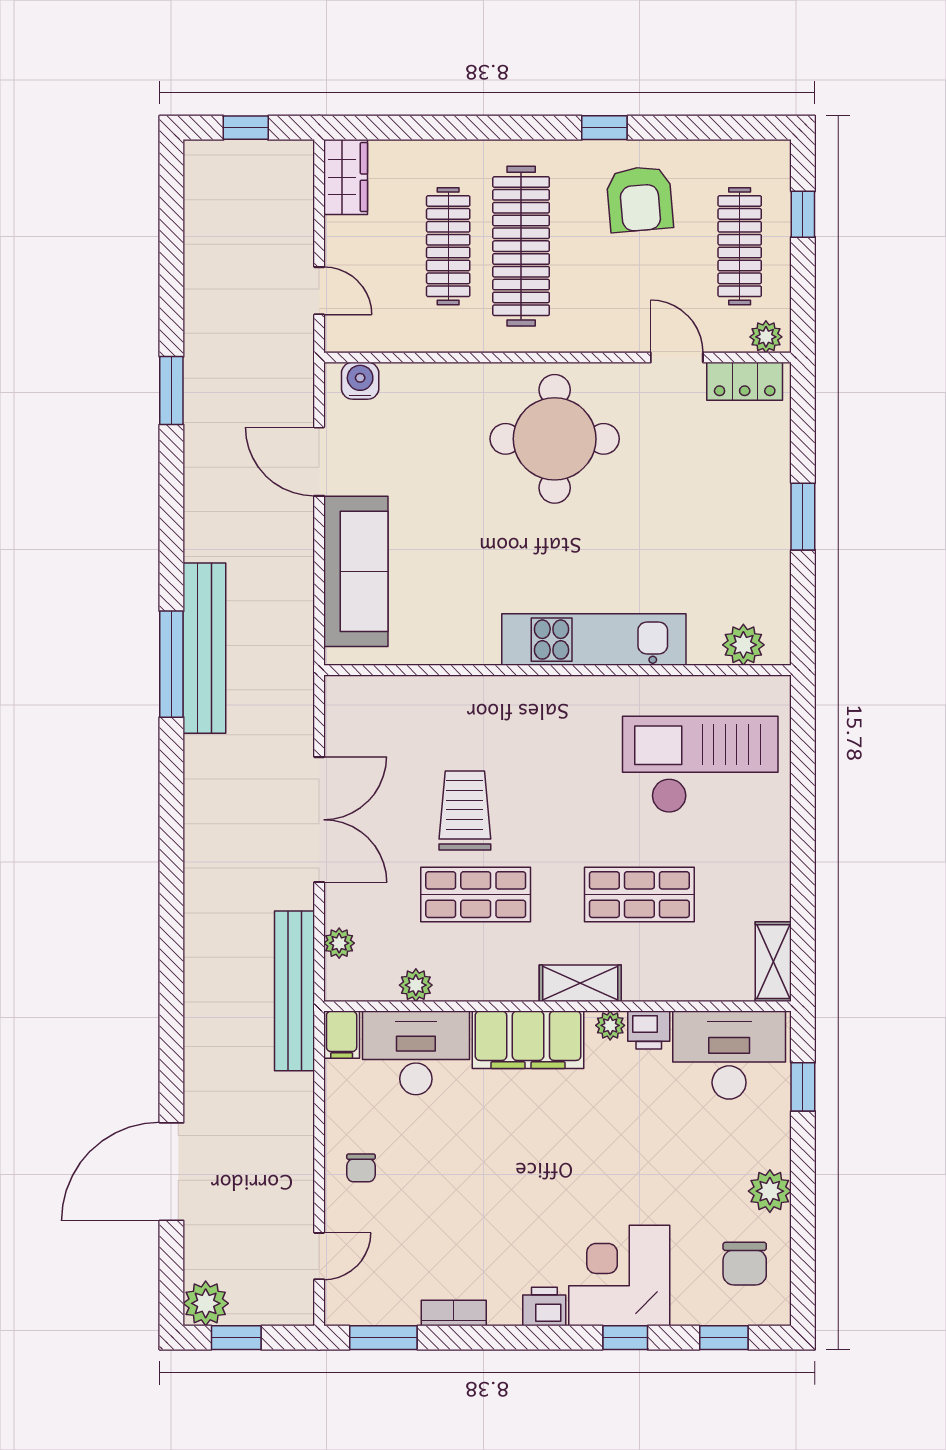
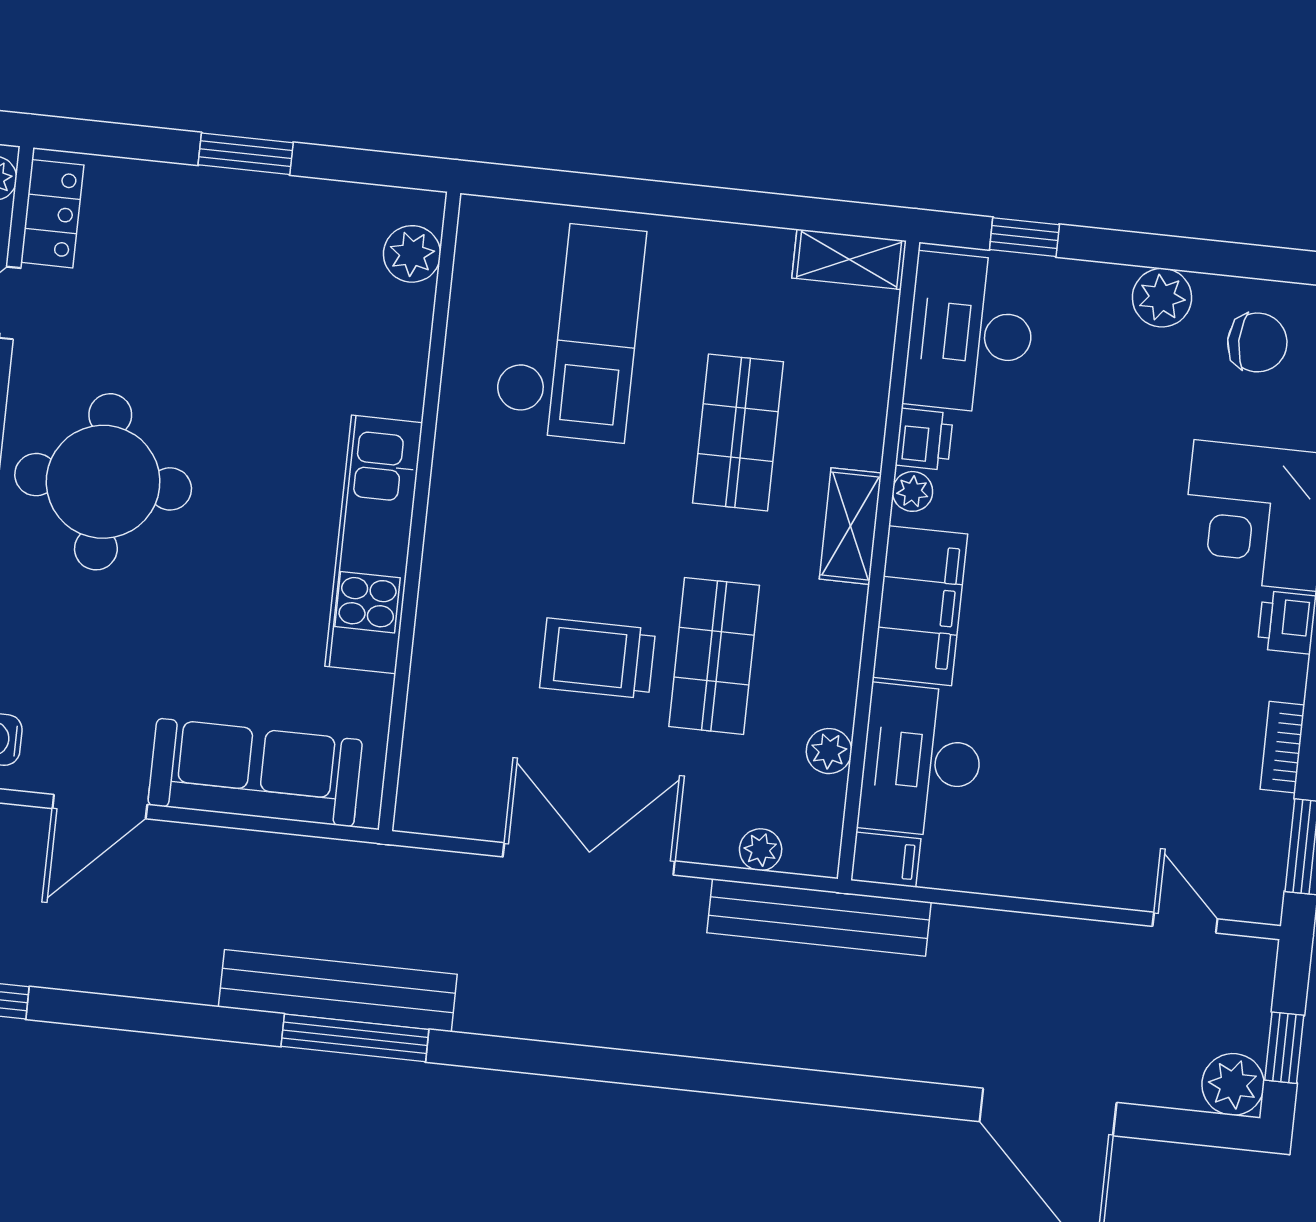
kitchen unit: (594, 640) -> (374, 544), moved
checkout: (700, 765) -> (569, 330), turned 180
chair: (361, 1168) -> (1071, 853), removed

